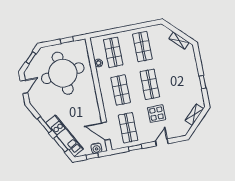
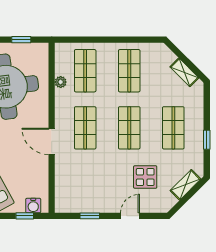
display table: (157, 114) -> (145, 177), moved
shop shelf: (128, 128) -> (173, 128), moved
door: (106, 131) -> (52, 141), moved

